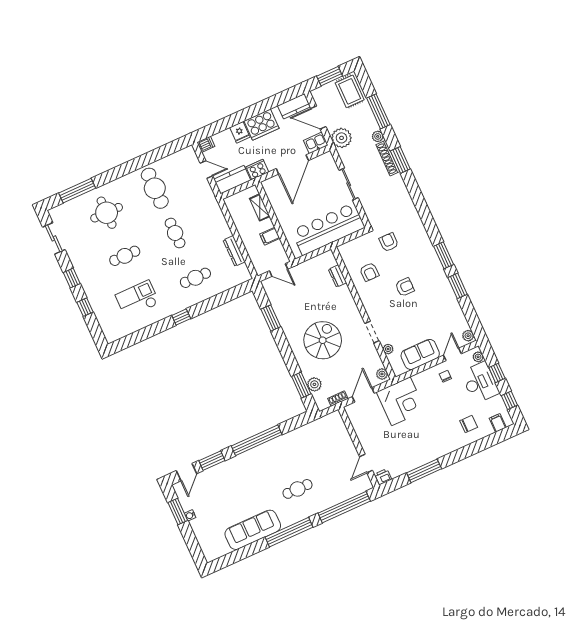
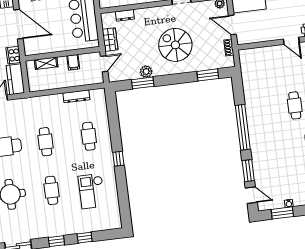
cafe table: (175, 233) -> (45, 142), turned 90
wardrobe: (307, 268) -> (110, 40), added
plant: (314, 384) -> (146, 72), moved

